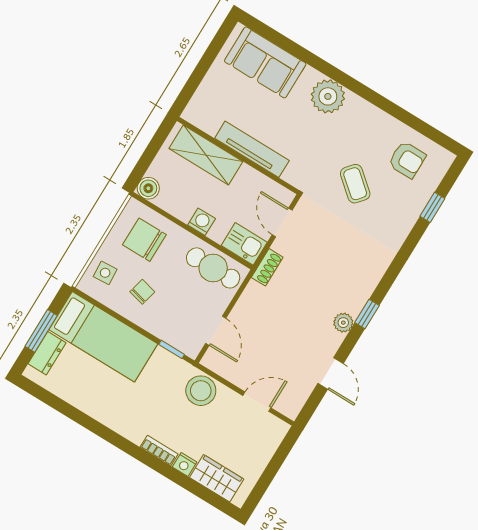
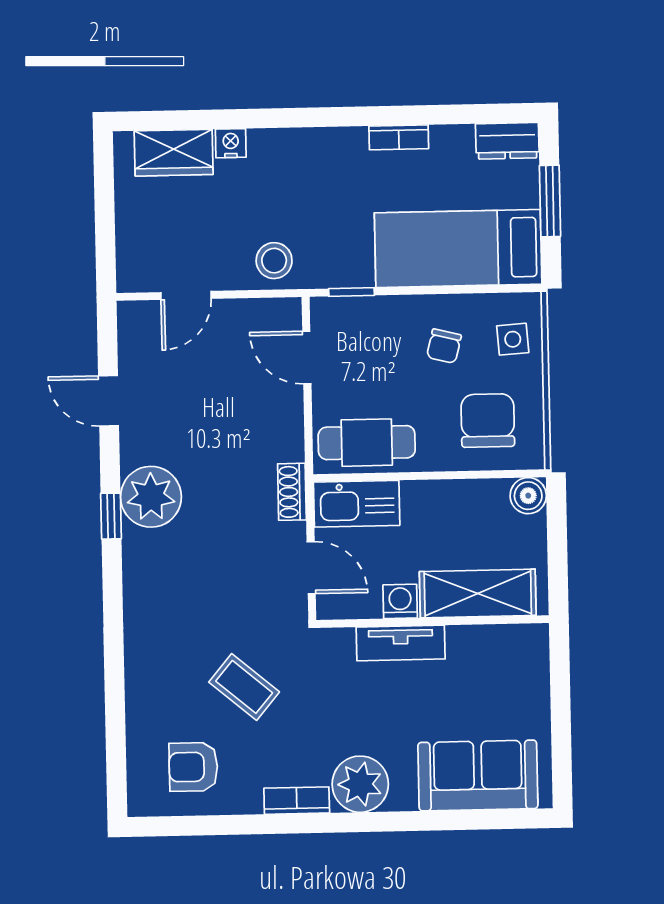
bookcase: (366, 109) -> (297, 801), added
tv unit: (252, 149) -> (401, 643), width x0.71
window: (432, 207) -> (115, 723), removed
washing machine: (202, 222) -> (400, 601), moved, turned 180
chair: (144, 240) -> (488, 420), turned -90
kitchen sink: (244, 244) -> (357, 504), width x1.38
plant: (343, 323) -> (151, 497), width x1.87, depth x1.87
dresser: (47, 353) -> (507, 141), moved, turned -90
stool: (201, 391) -> (274, 261), width x0.73, depth x0.73
bookcase: (159, 451) -> (399, 137), moved

